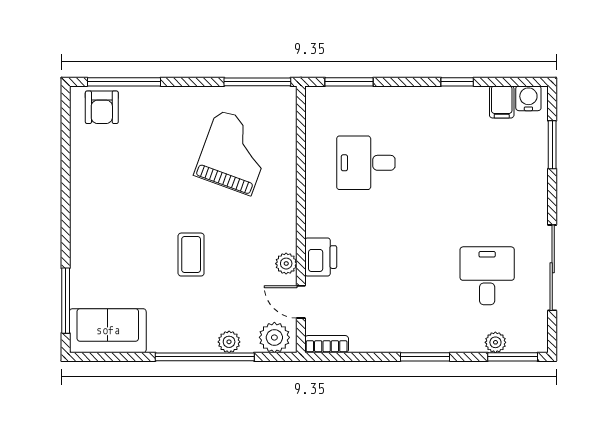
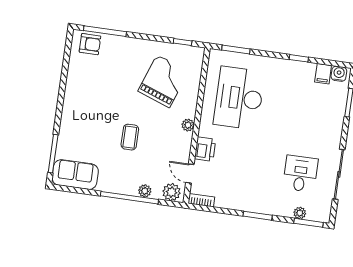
window: (257, 82) -> (183, 42), width x0.46
armchair: (102, 107) -> (90, 44), turned -90
desk: (366, 163) -> (239, 98), width x1.87, depth x1.30
plant: (286, 264) -> (188, 125), moved

